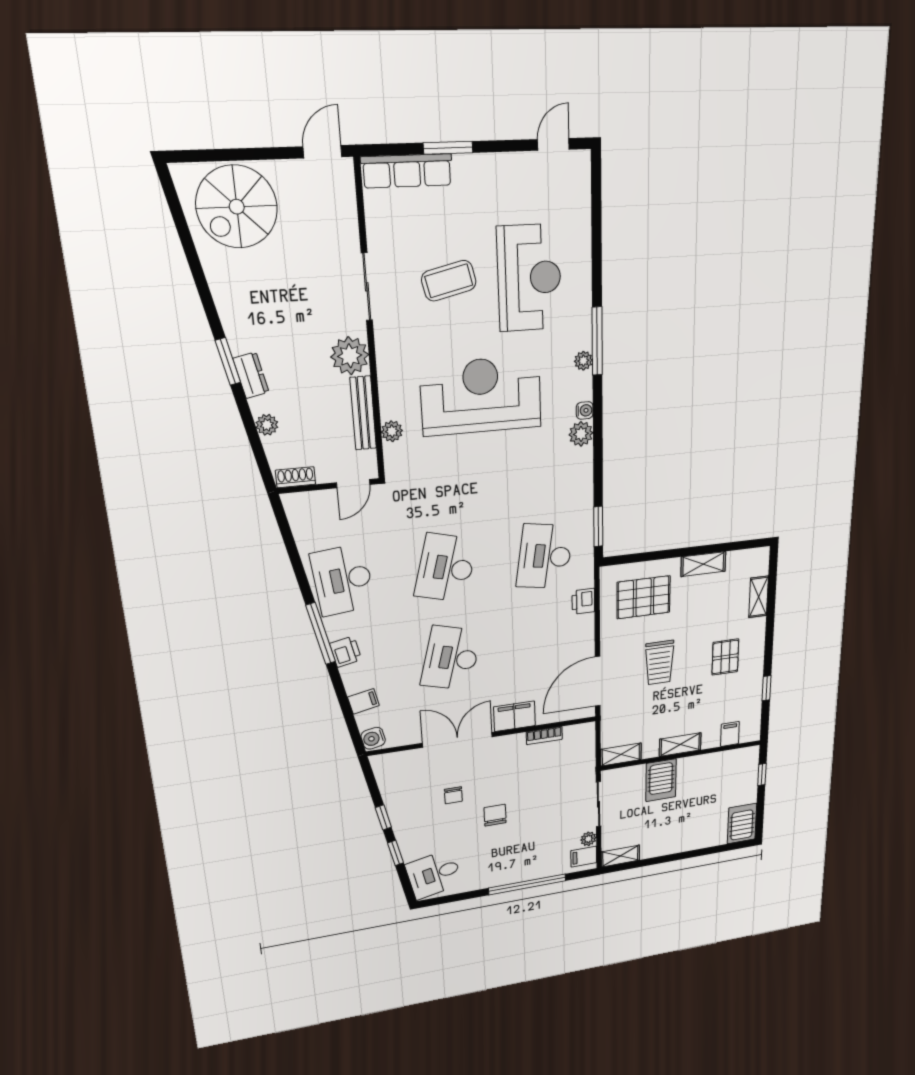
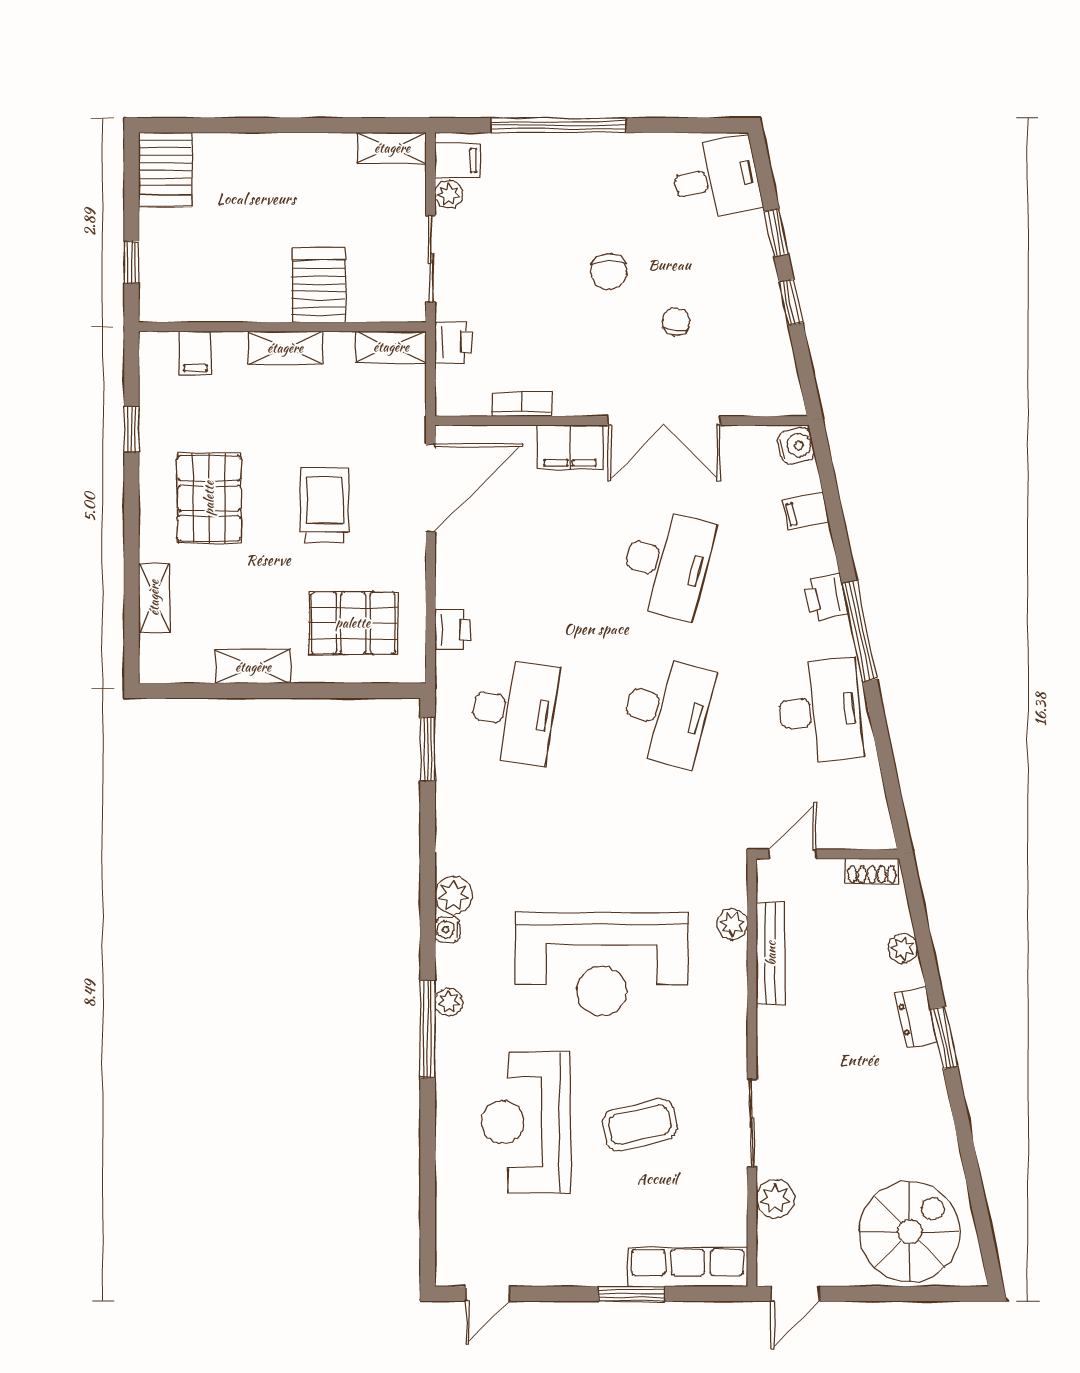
plant: (350, 356) -> (775, 1199), moved, width x0.73, depth x0.73
pallet: (725, 657) -> (209, 498), width x1.50, depth x1.42
printer: (585, 763) -> (453, 342), added

